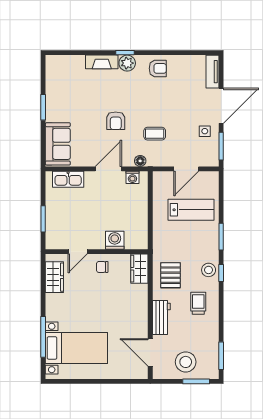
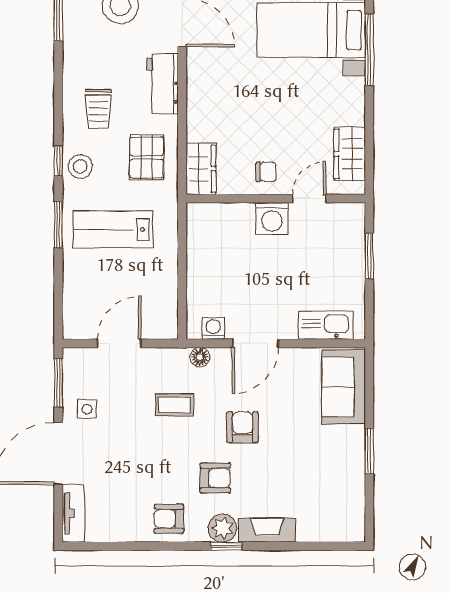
armchair: (131, 92) -> (215, 478), added
lab bench: (191, 210) -> (113, 229), moved
washing machine: (115, 240) -> (272, 218), moved

